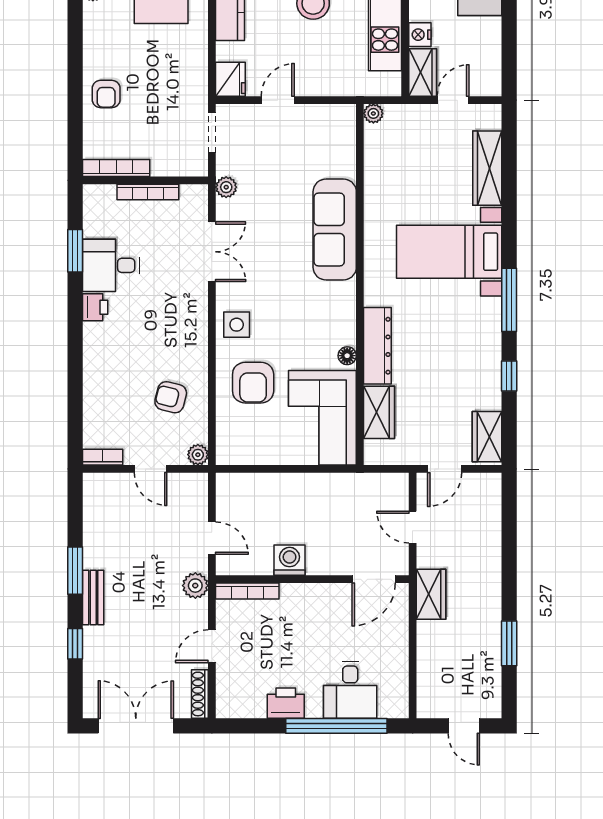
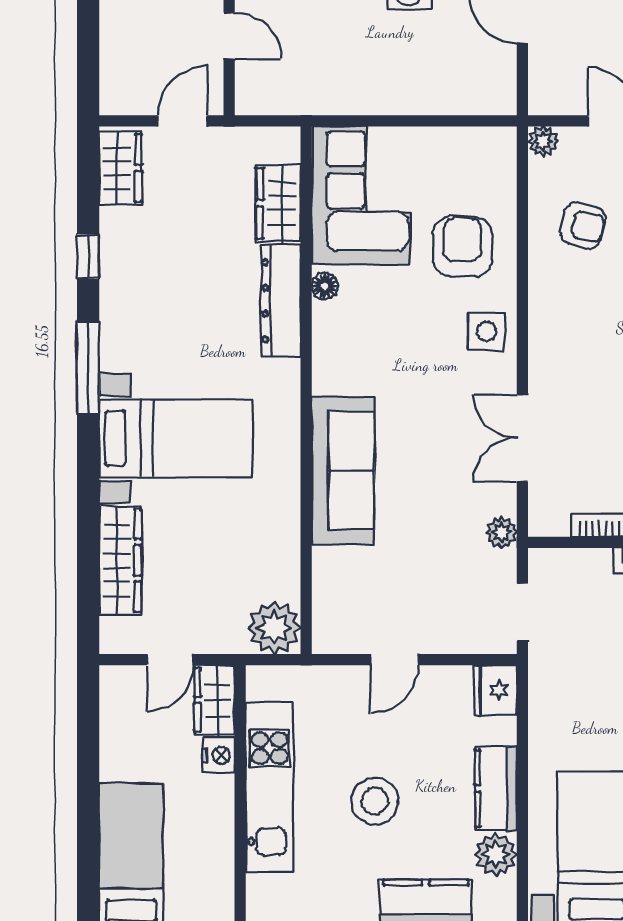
door: (278, 100) -> (394, 660), moved
plant: (373, 113) -> (274, 628), width x1.88, depth x1.88

